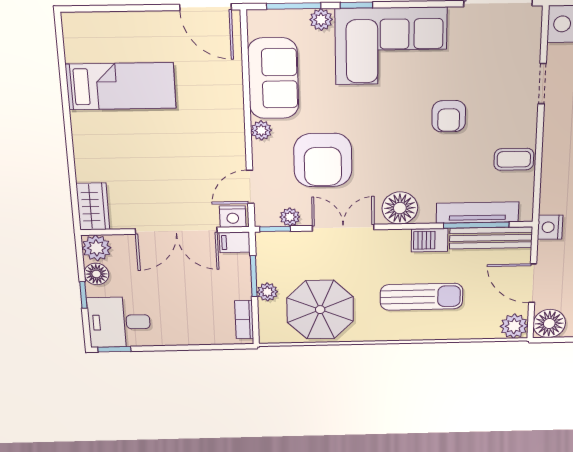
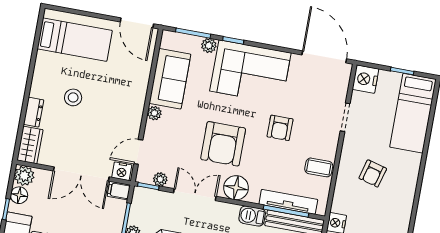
bed: (121, 86) -> (75, 40), moved
stool: (138, 131) -> (73, 97), added
armchair: (323, 160) -> (223, 144), moved
dresser: (86, 162) -> (33, 112), added

